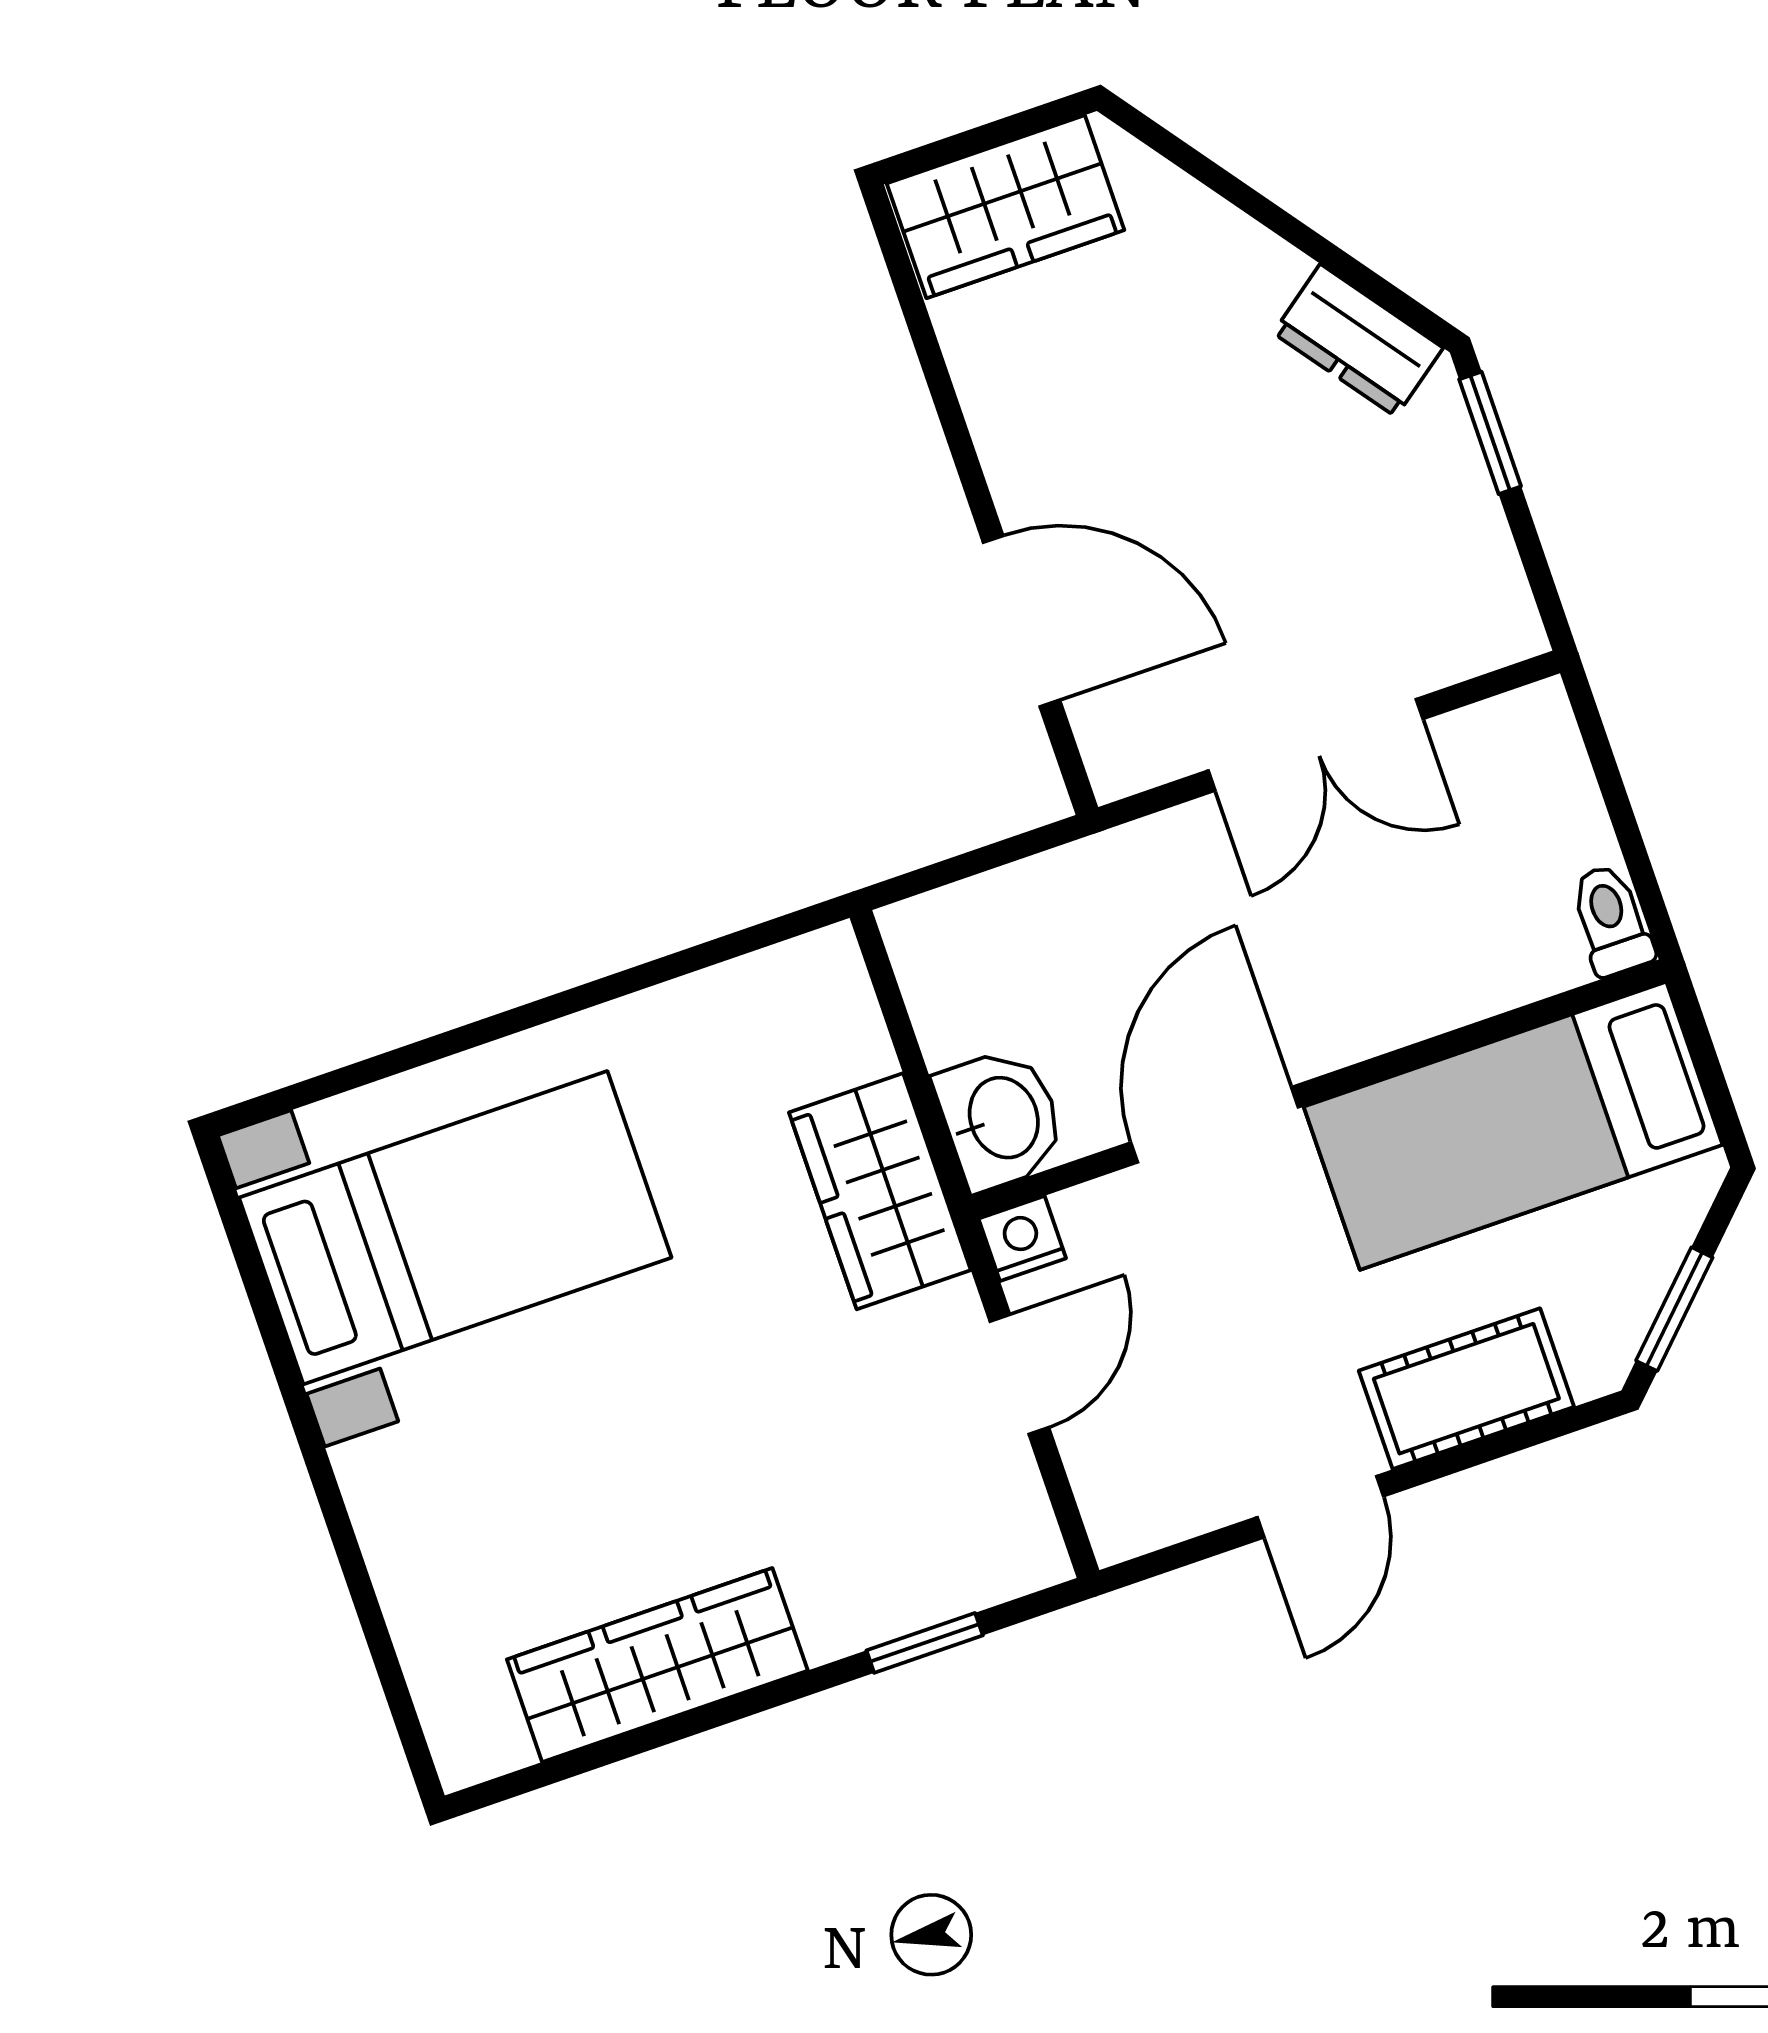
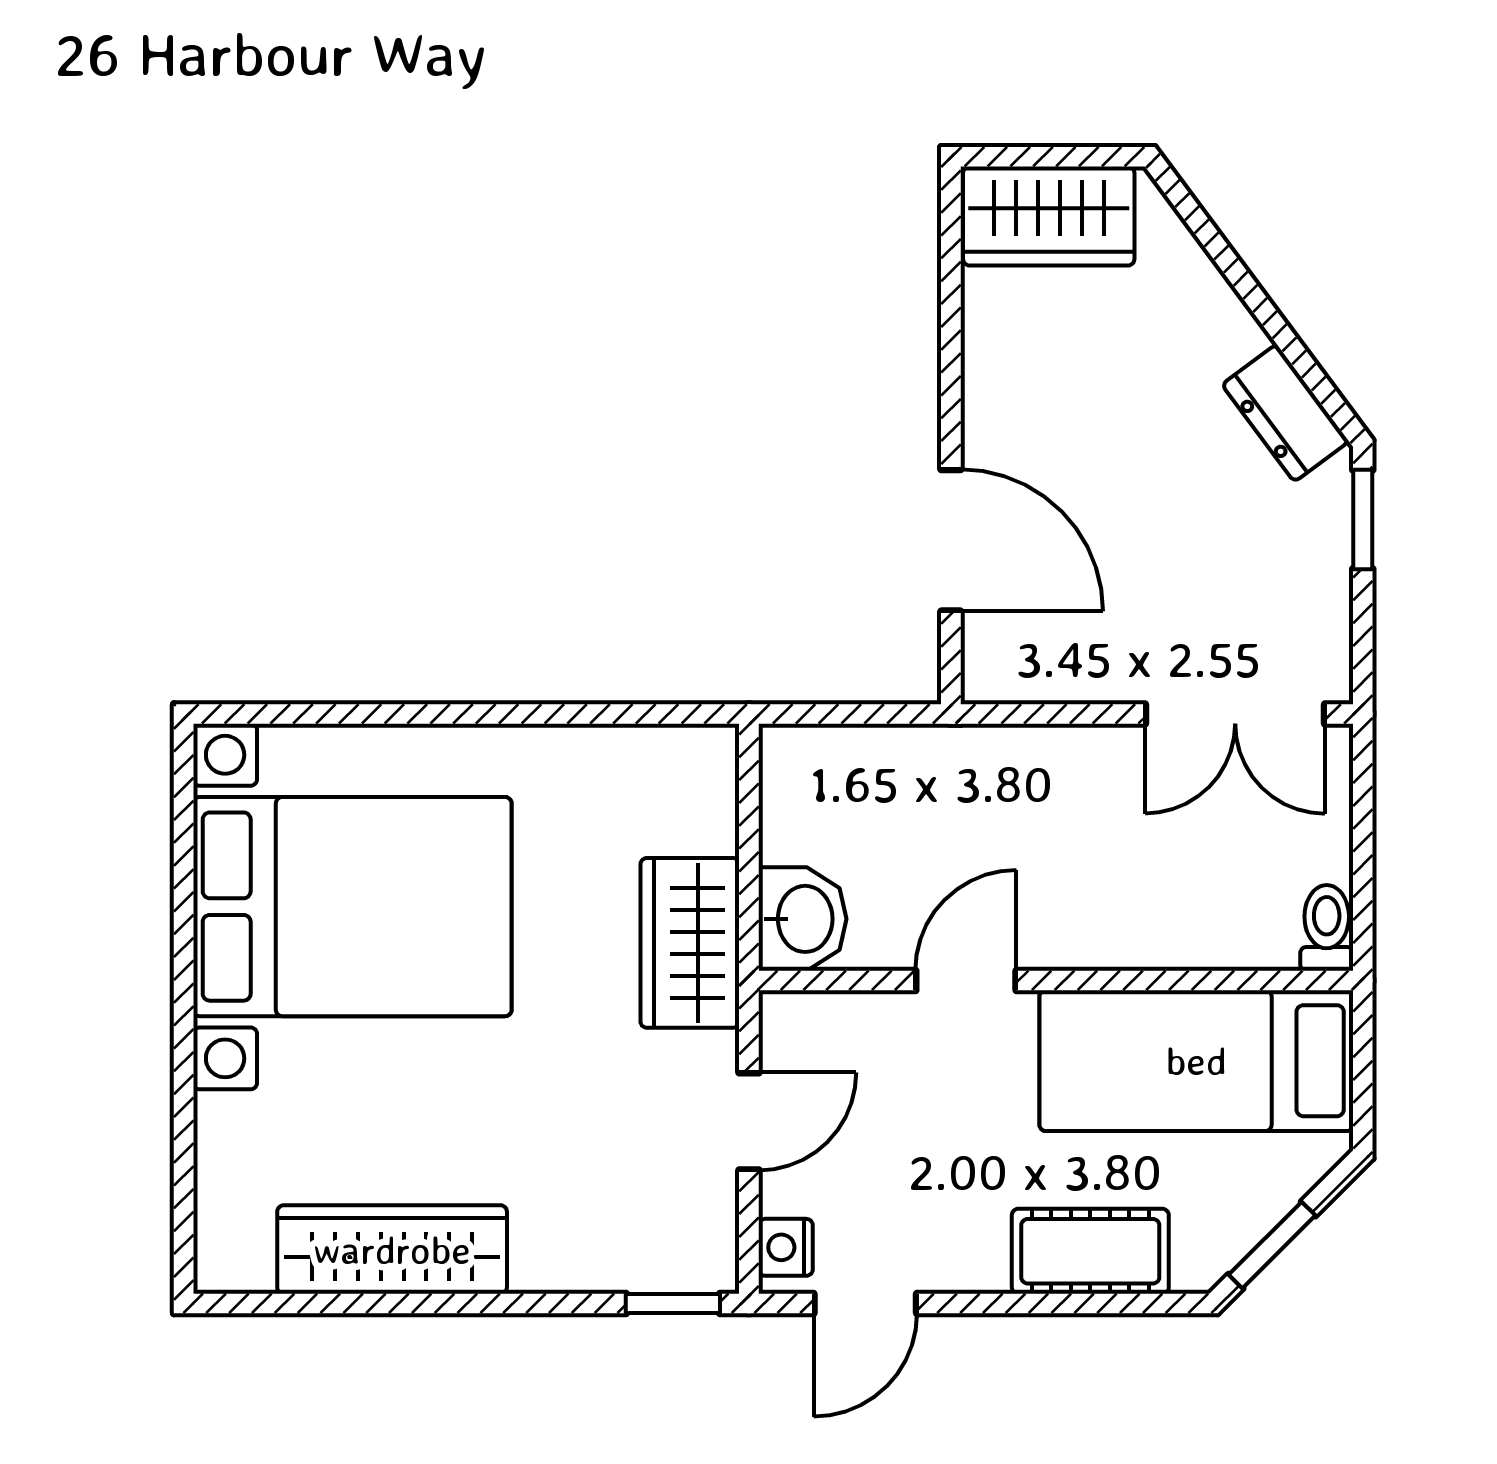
double door: (1316, 745) -> (1235, 714), moved
door: (1214, 1125) -> (966, 980), width x0.73
bed with nightstands: (455, 1228) -> (352, 907), width x1.36
nightstand: (1022, 1239) -> (786, 1247), moved, turned -90
door: (1320, 1507) -> (865, 1304), moved
window: (925, 1643) -> (673, 1304), moved

